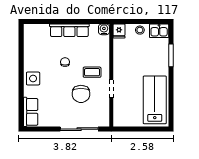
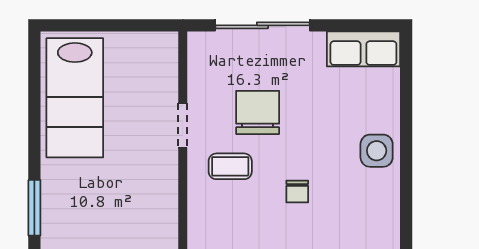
row of seats: (31, 112) -> (363, 49), moved, turned -90

